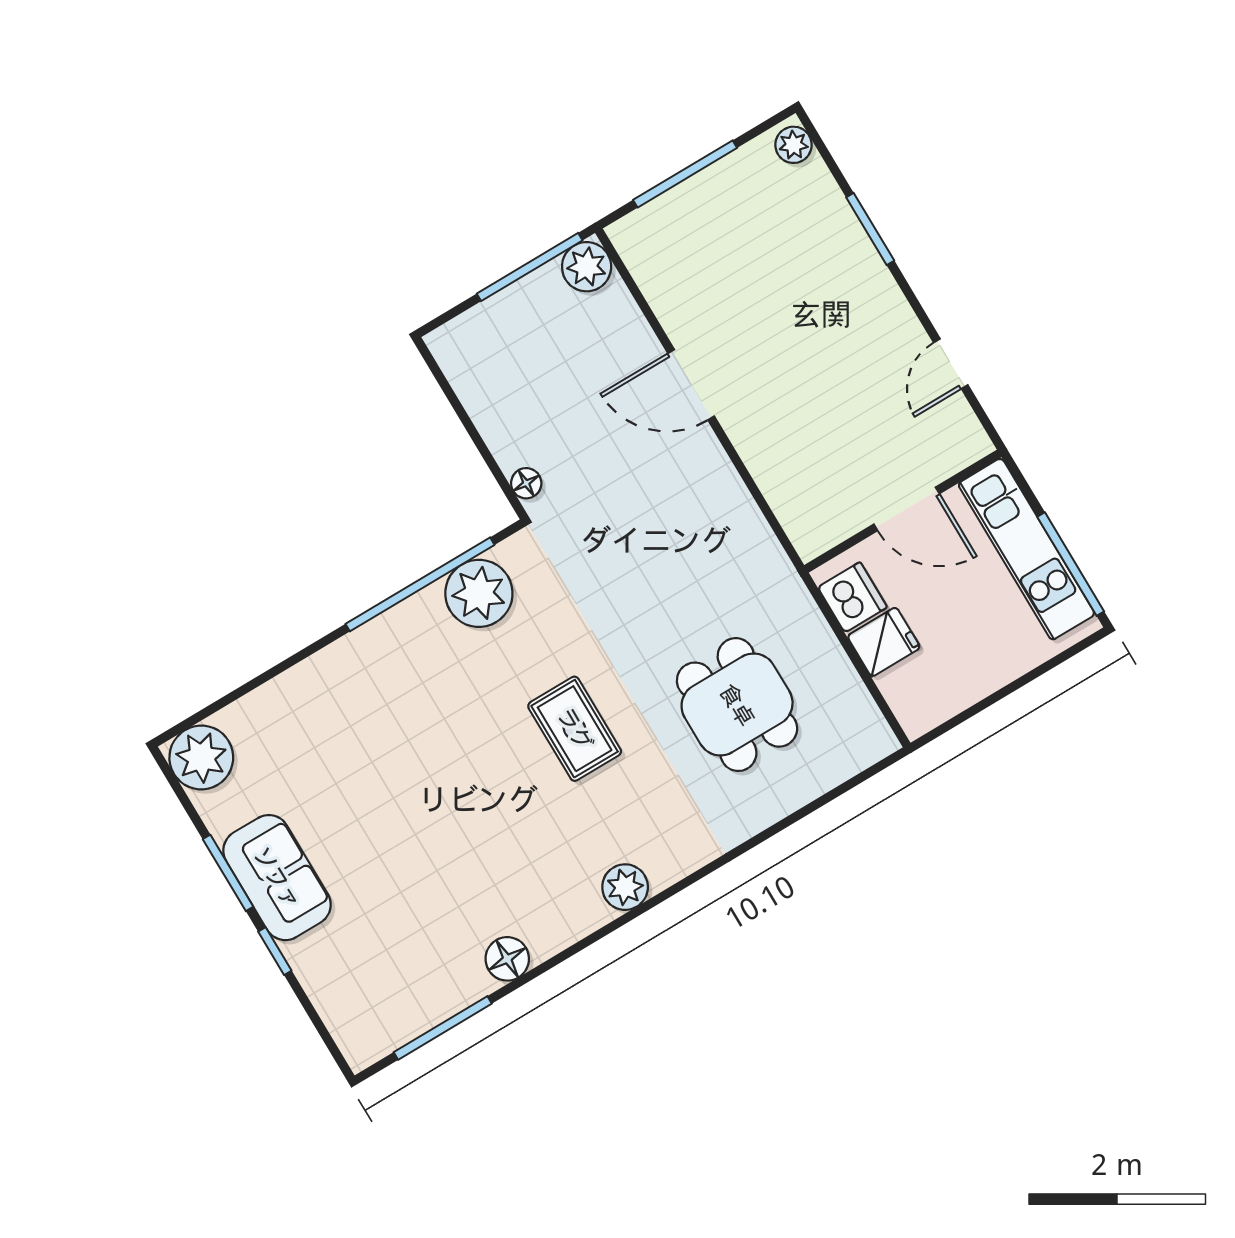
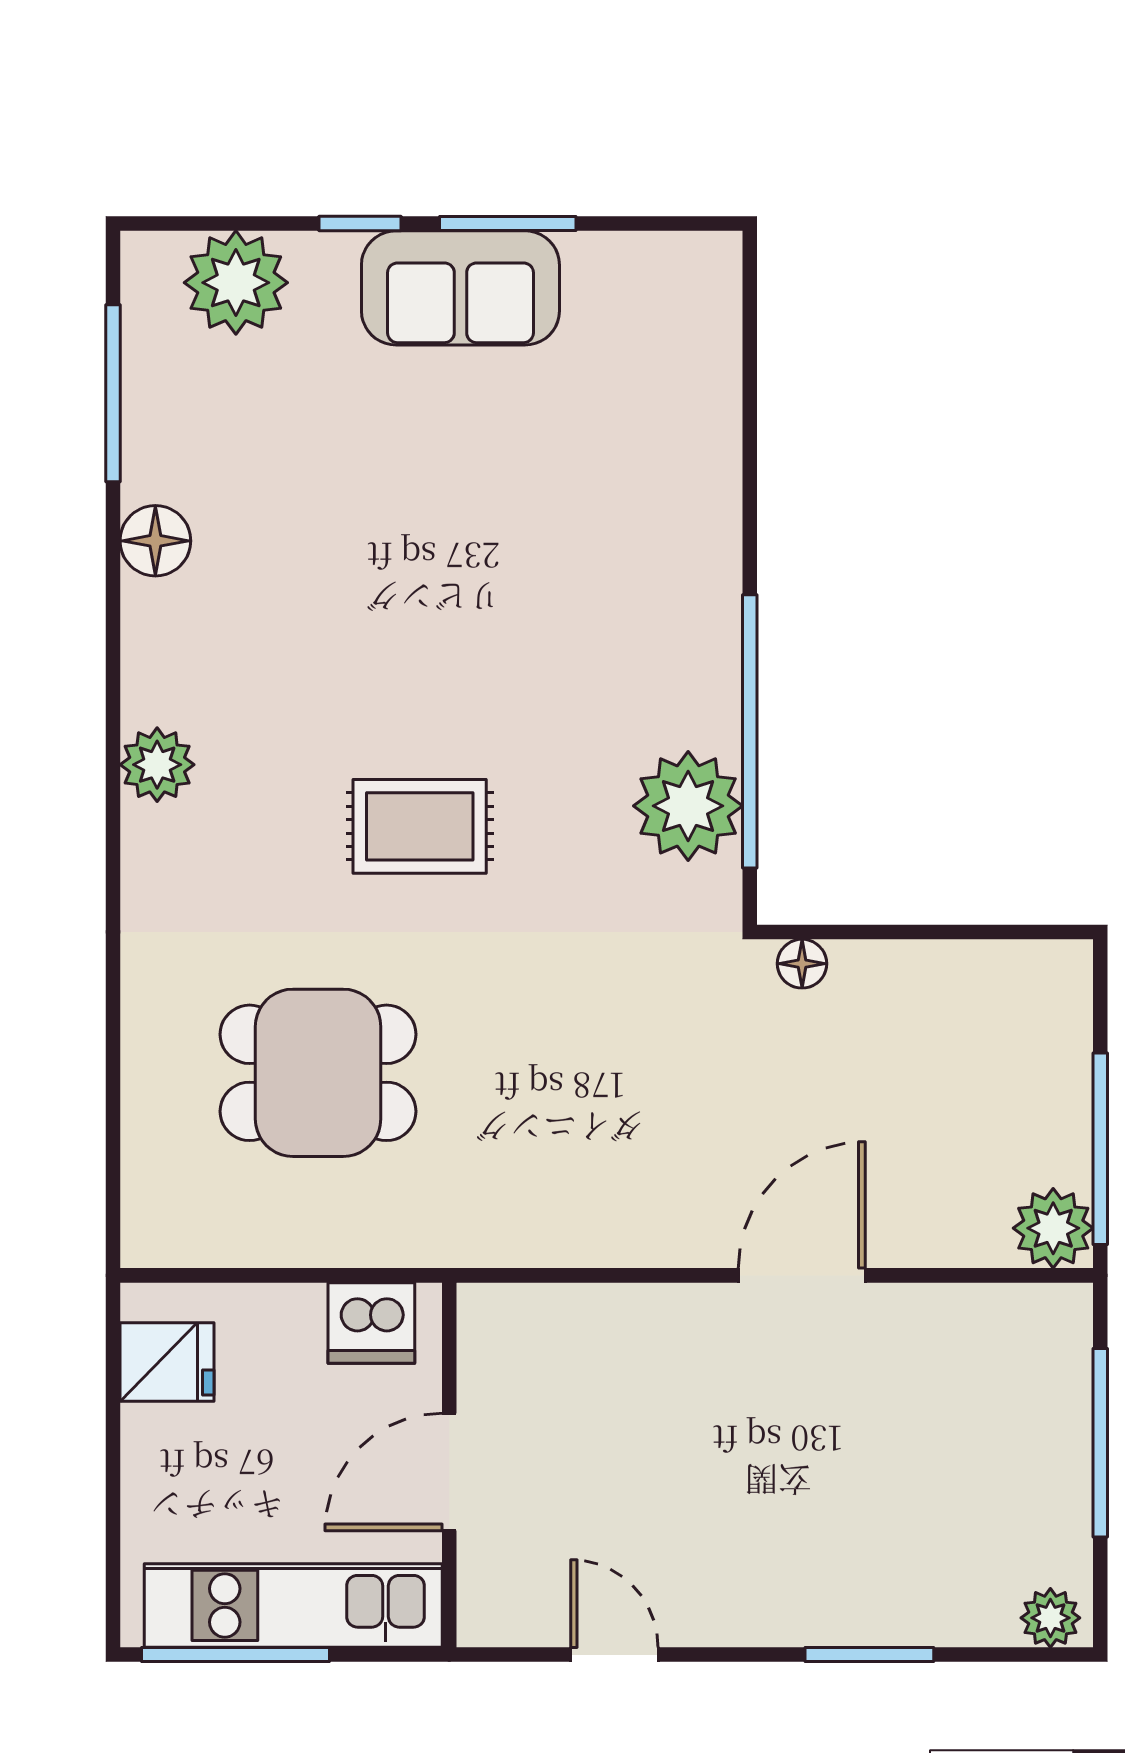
fridge: (884, 642) -> (167, 1362), moved, turned -90
plant: (201, 758) -> (236, 283), moved

